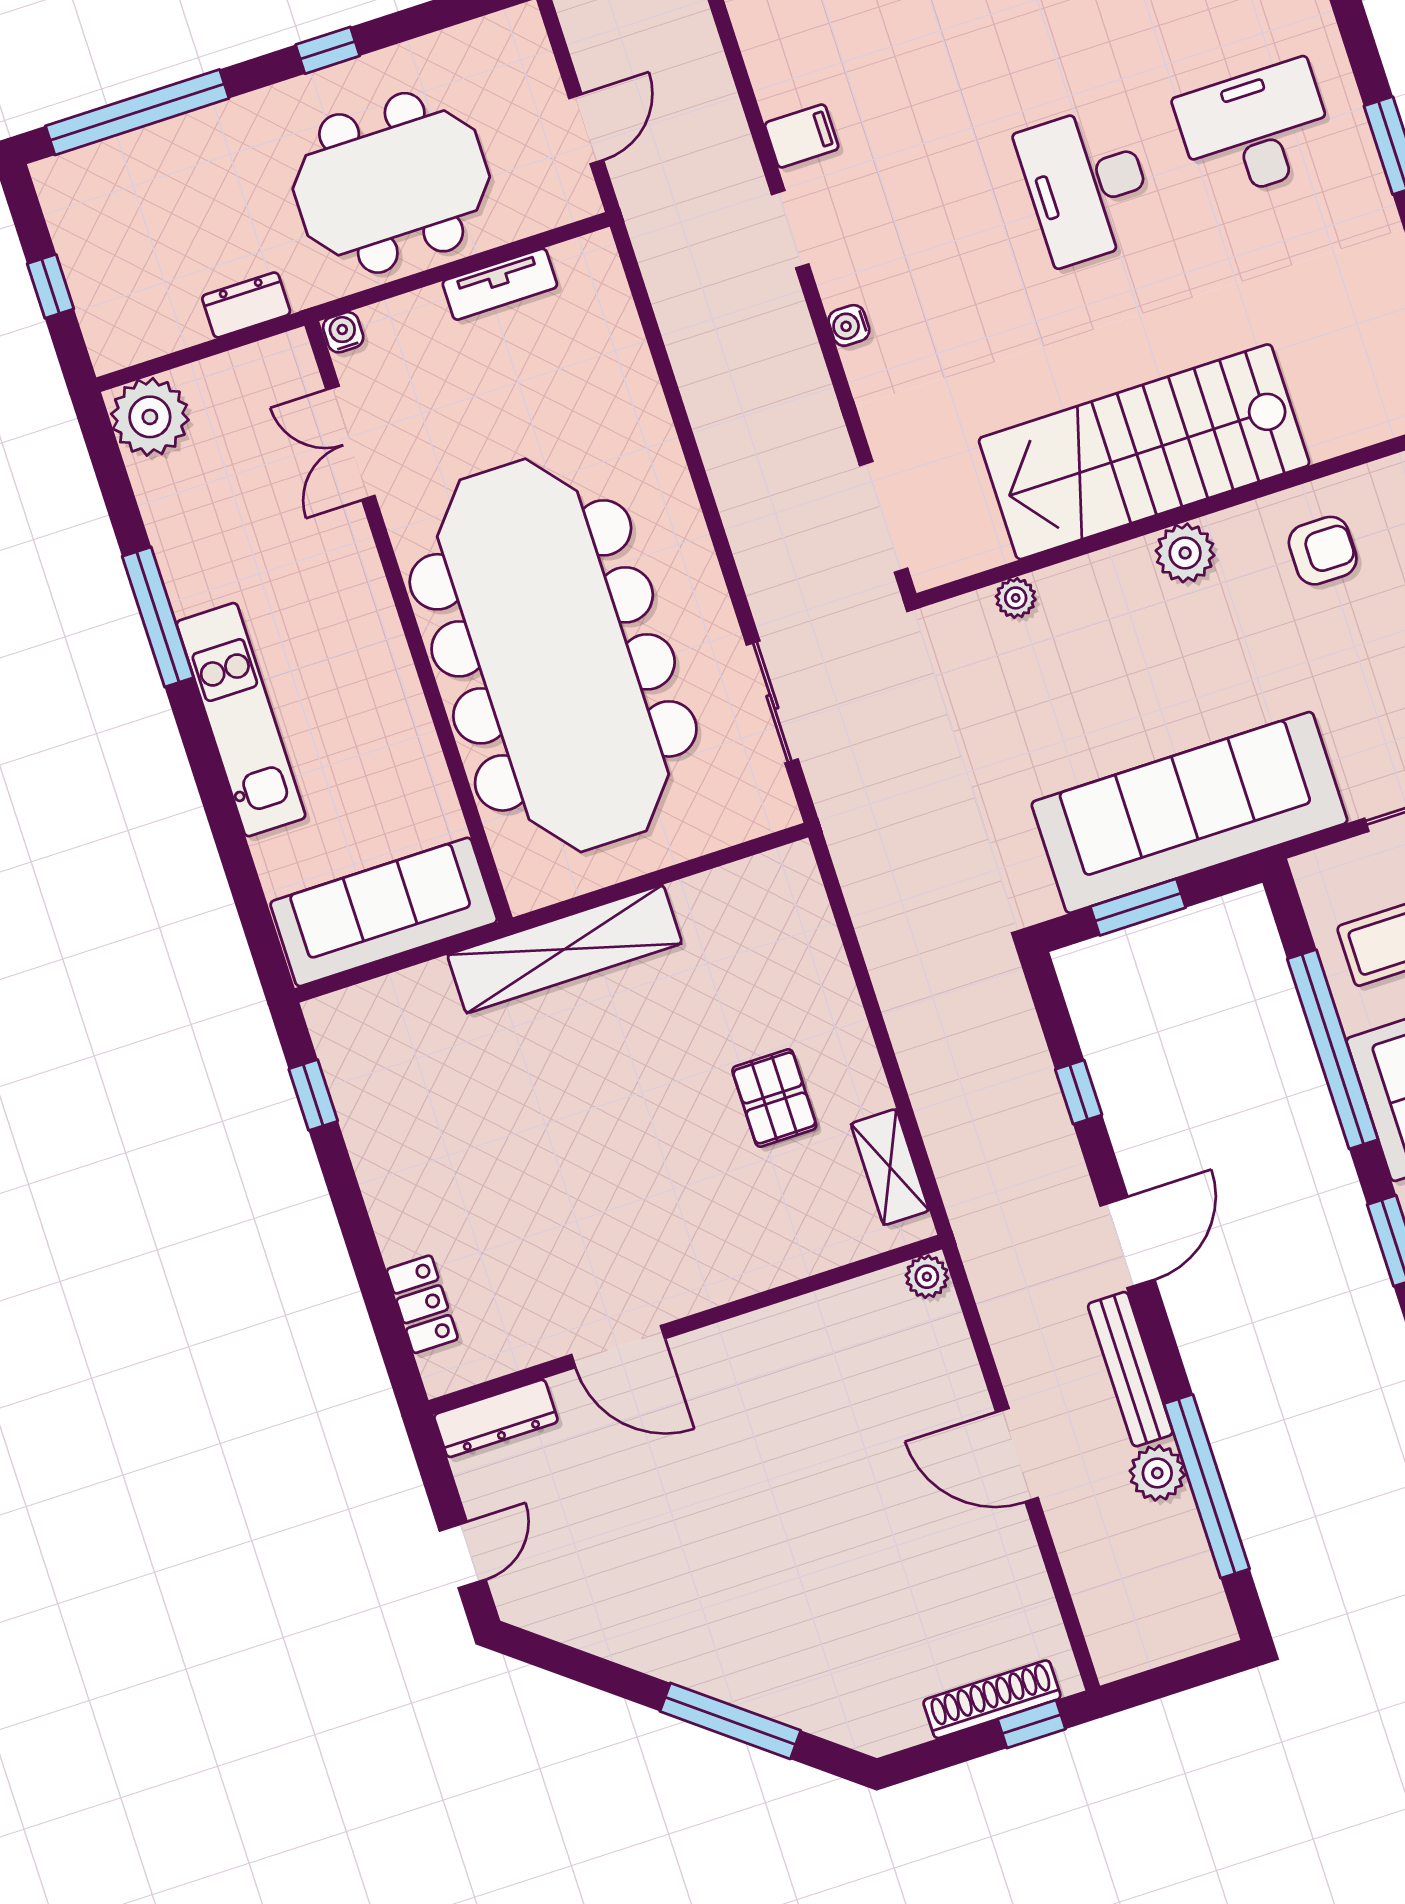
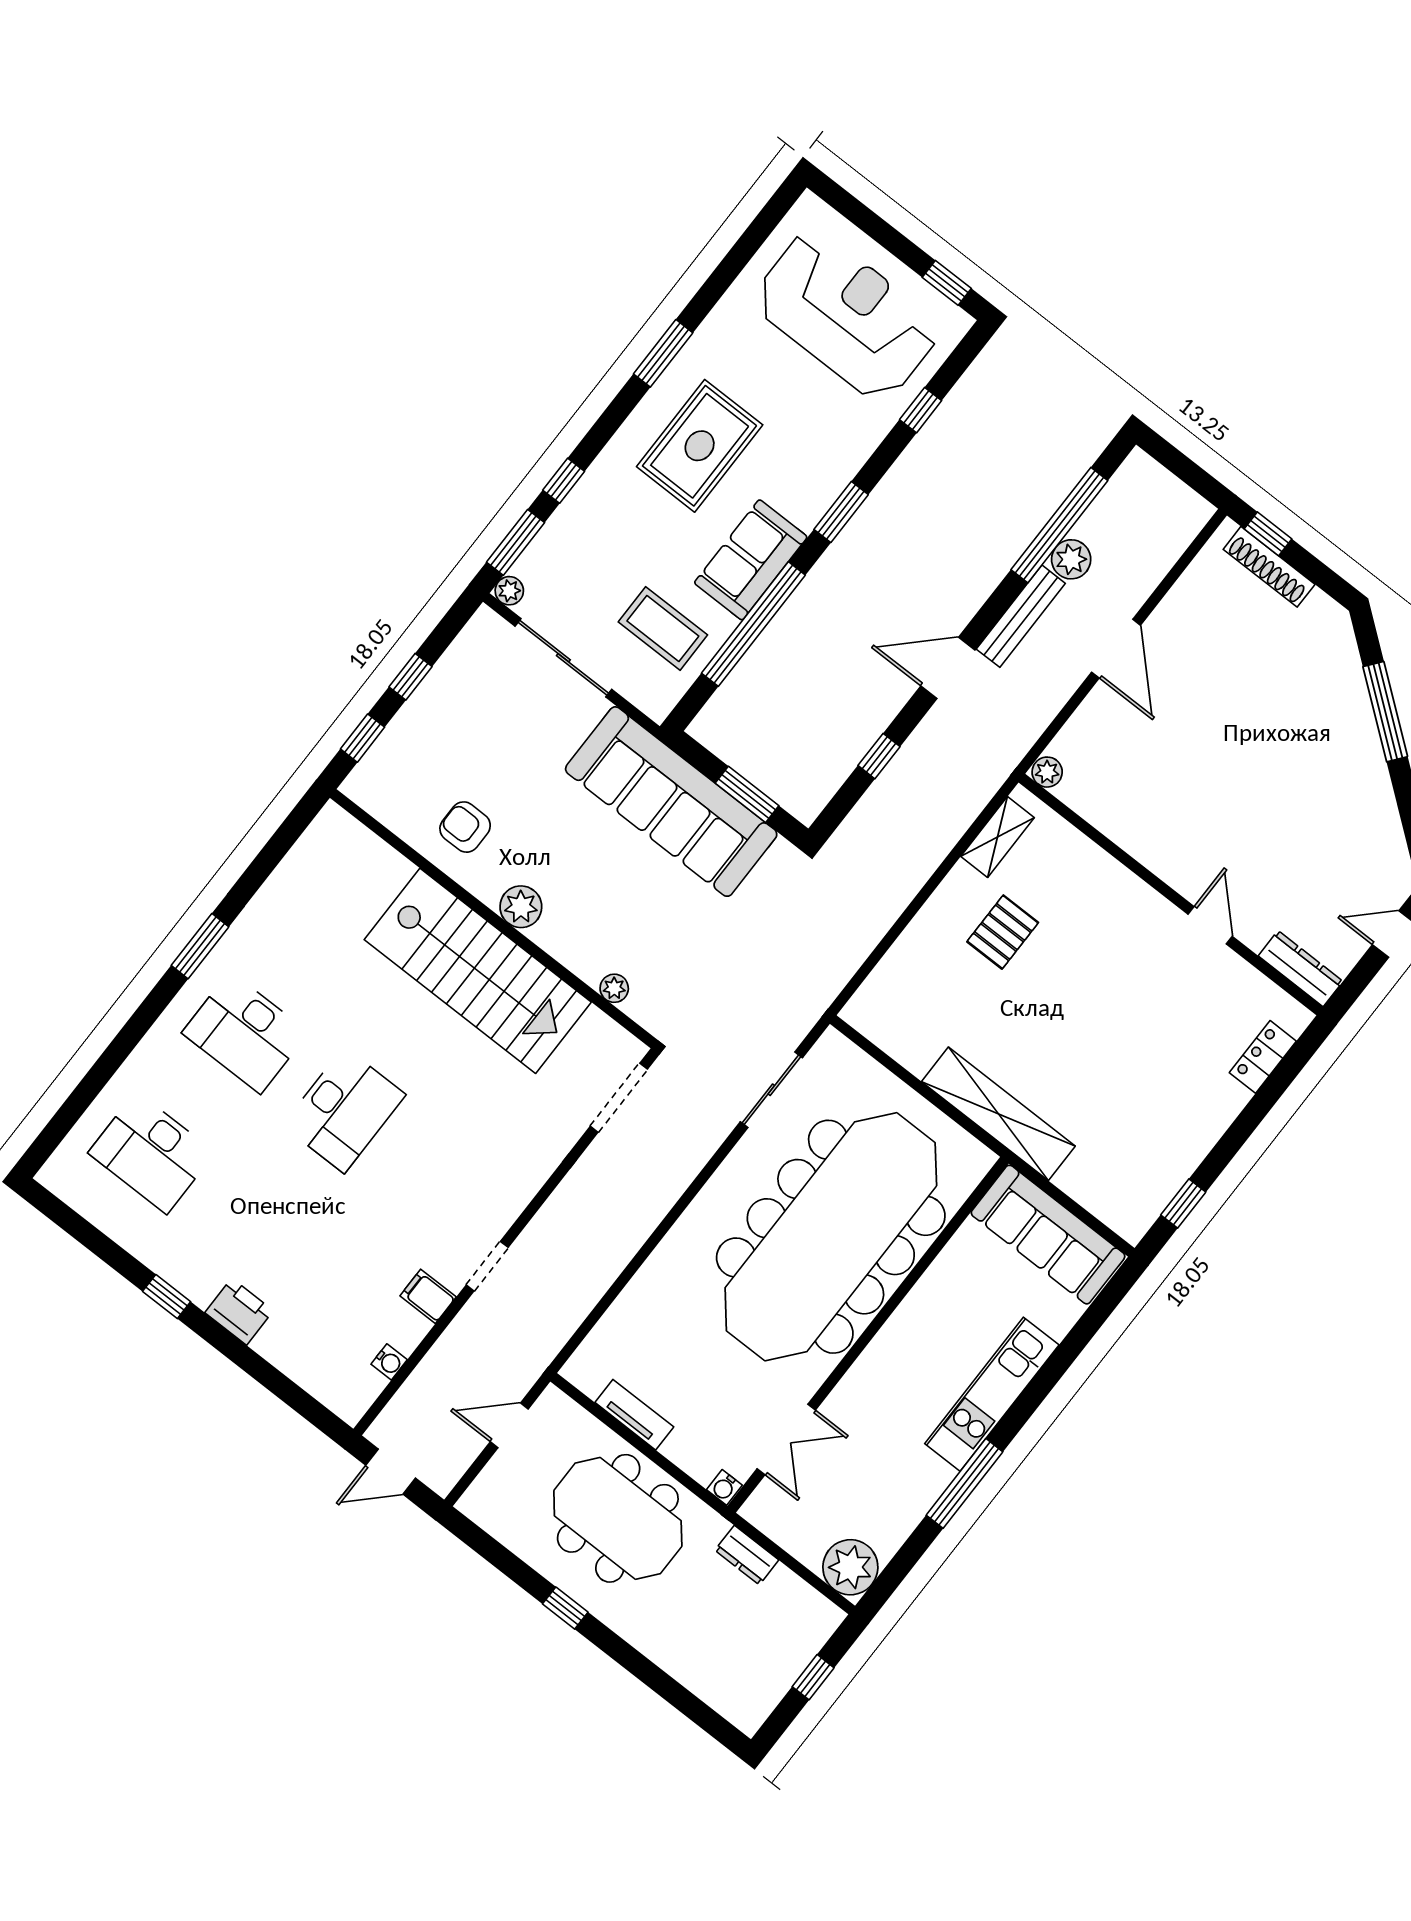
window: (137, 112) -> (677, 1695), removed
water cooler: (849, 325) -> (389, 1362), moved
door: (618, 1347) -> (1210, 925), width x0.73

